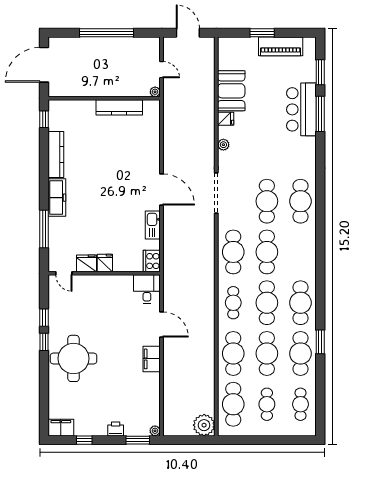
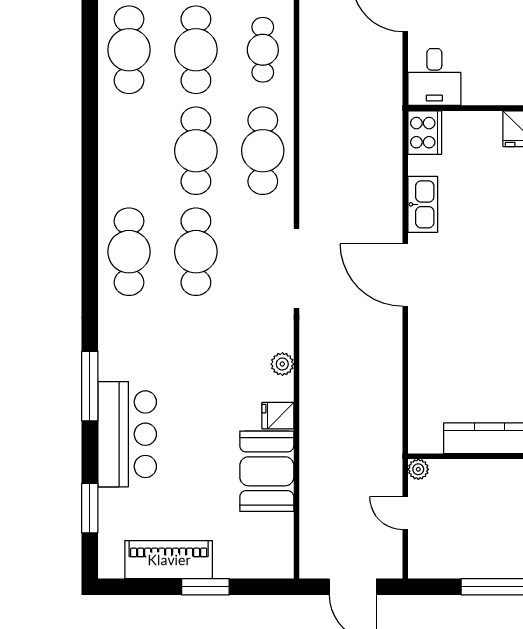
window: (320, 114) -> (90, 386), moved

